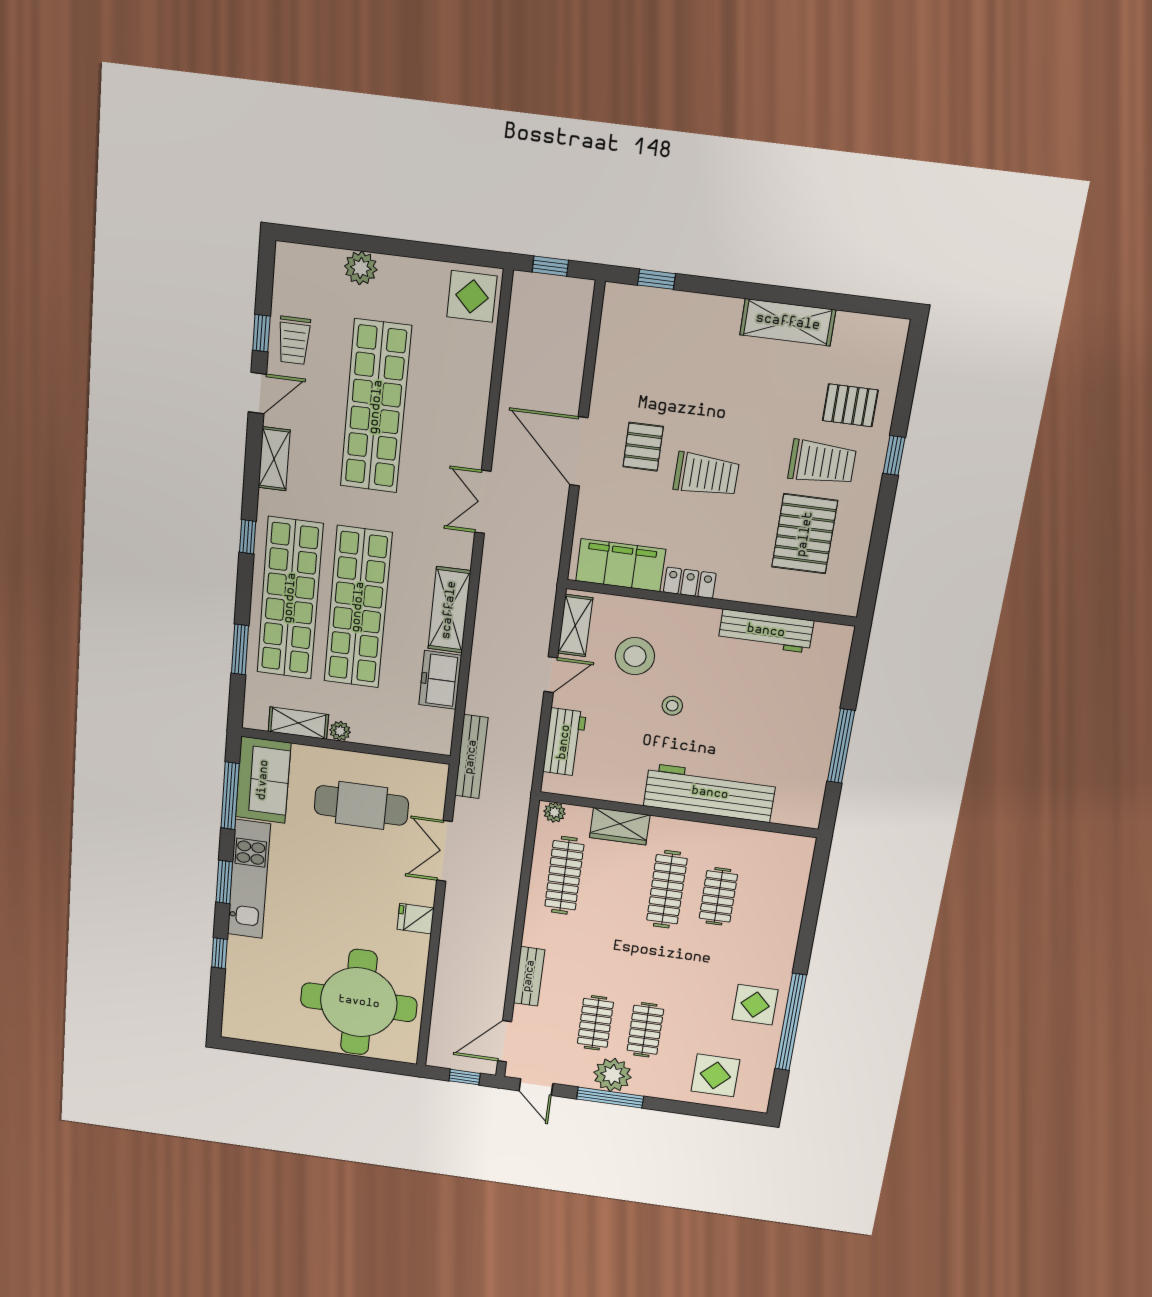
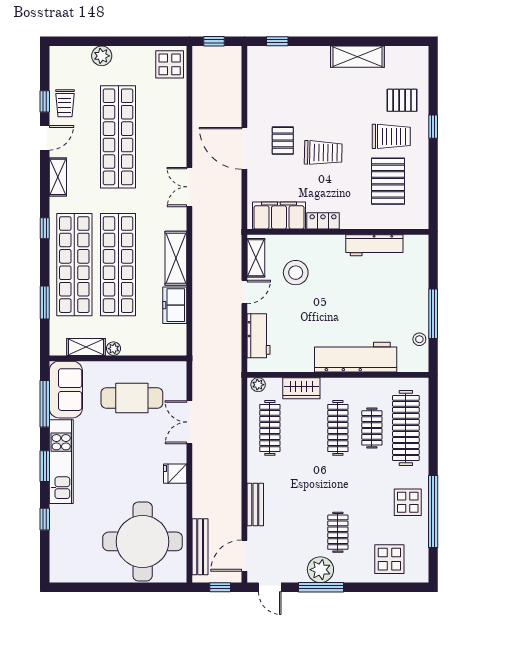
stool: (672, 706) -> (419, 339), moved
bench: (471, 757) -> (200, 547), moved
clothes rail: (595, 1023) -> (406, 428), moved, width x1.86, depth x1.31

